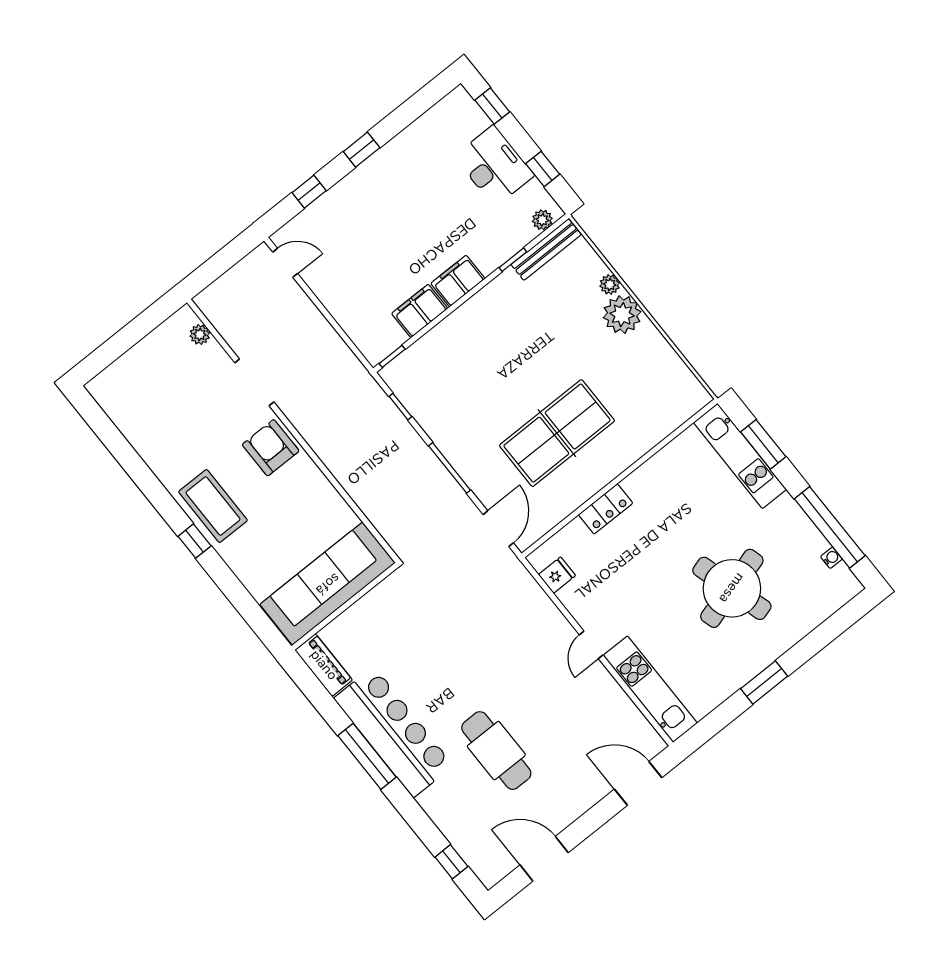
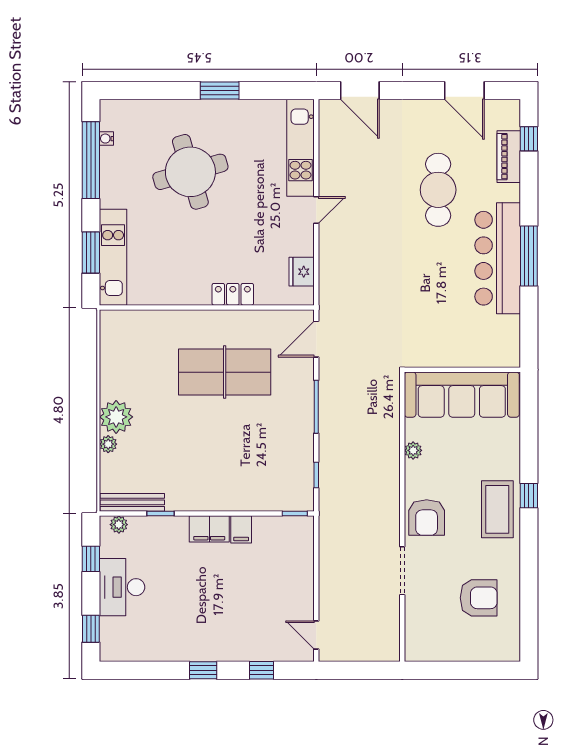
filing cabinet: (420, 311) -> (241, 529), width x0.50
plant: (200, 334) -> (413, 450), moved
armchair: (166, 413) -> (479, 598), added
fridge: (557, 575) -> (302, 272), width x1.38
piano: (324, 665) -> (509, 157), moved

